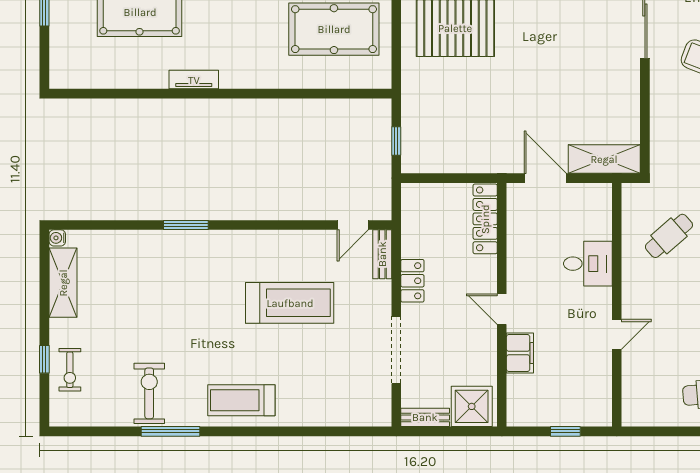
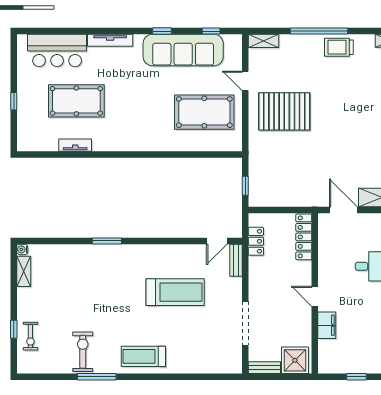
tv unit: (194, 80) -> (75, 145), moved
locker: (412, 281) -> (256, 241), moved
shelving: (63, 283) -> (24, 271), width x0.67, depth x0.75

